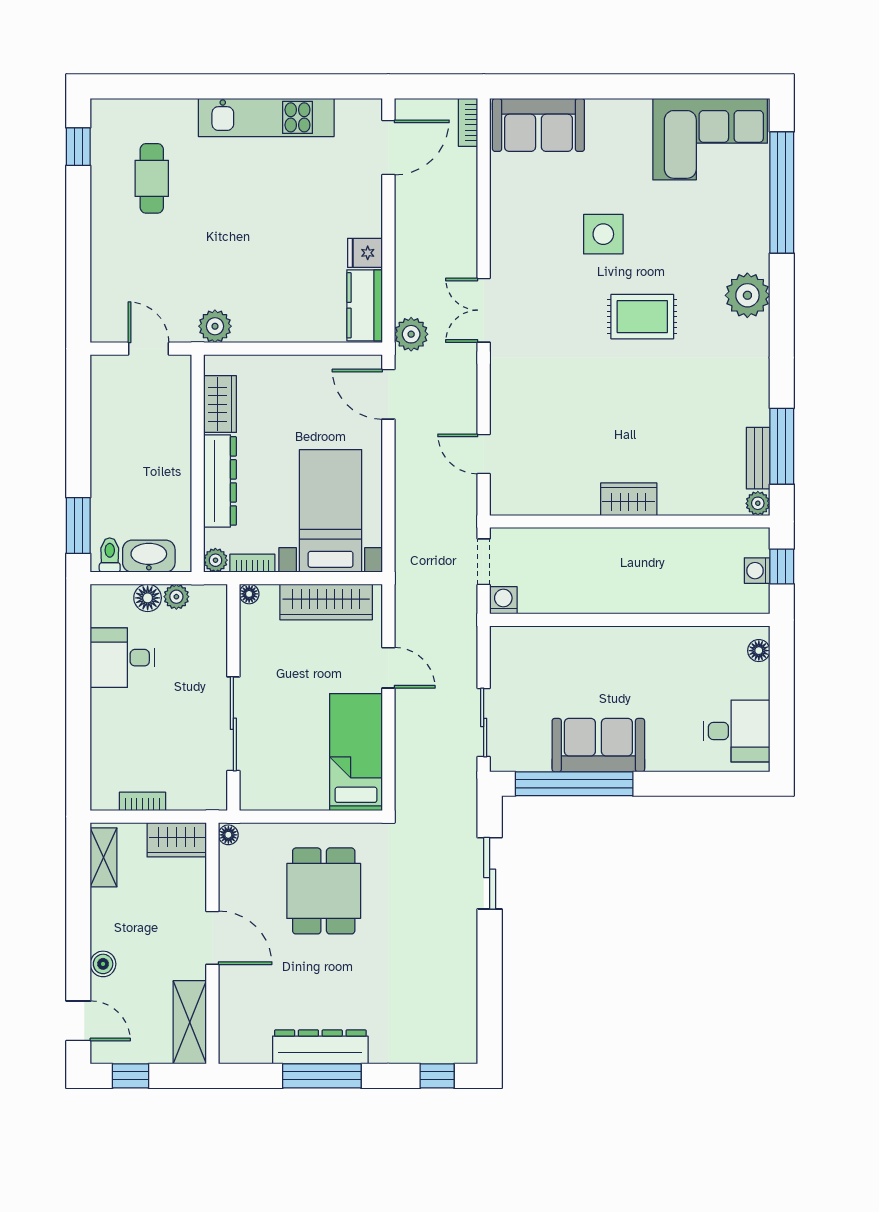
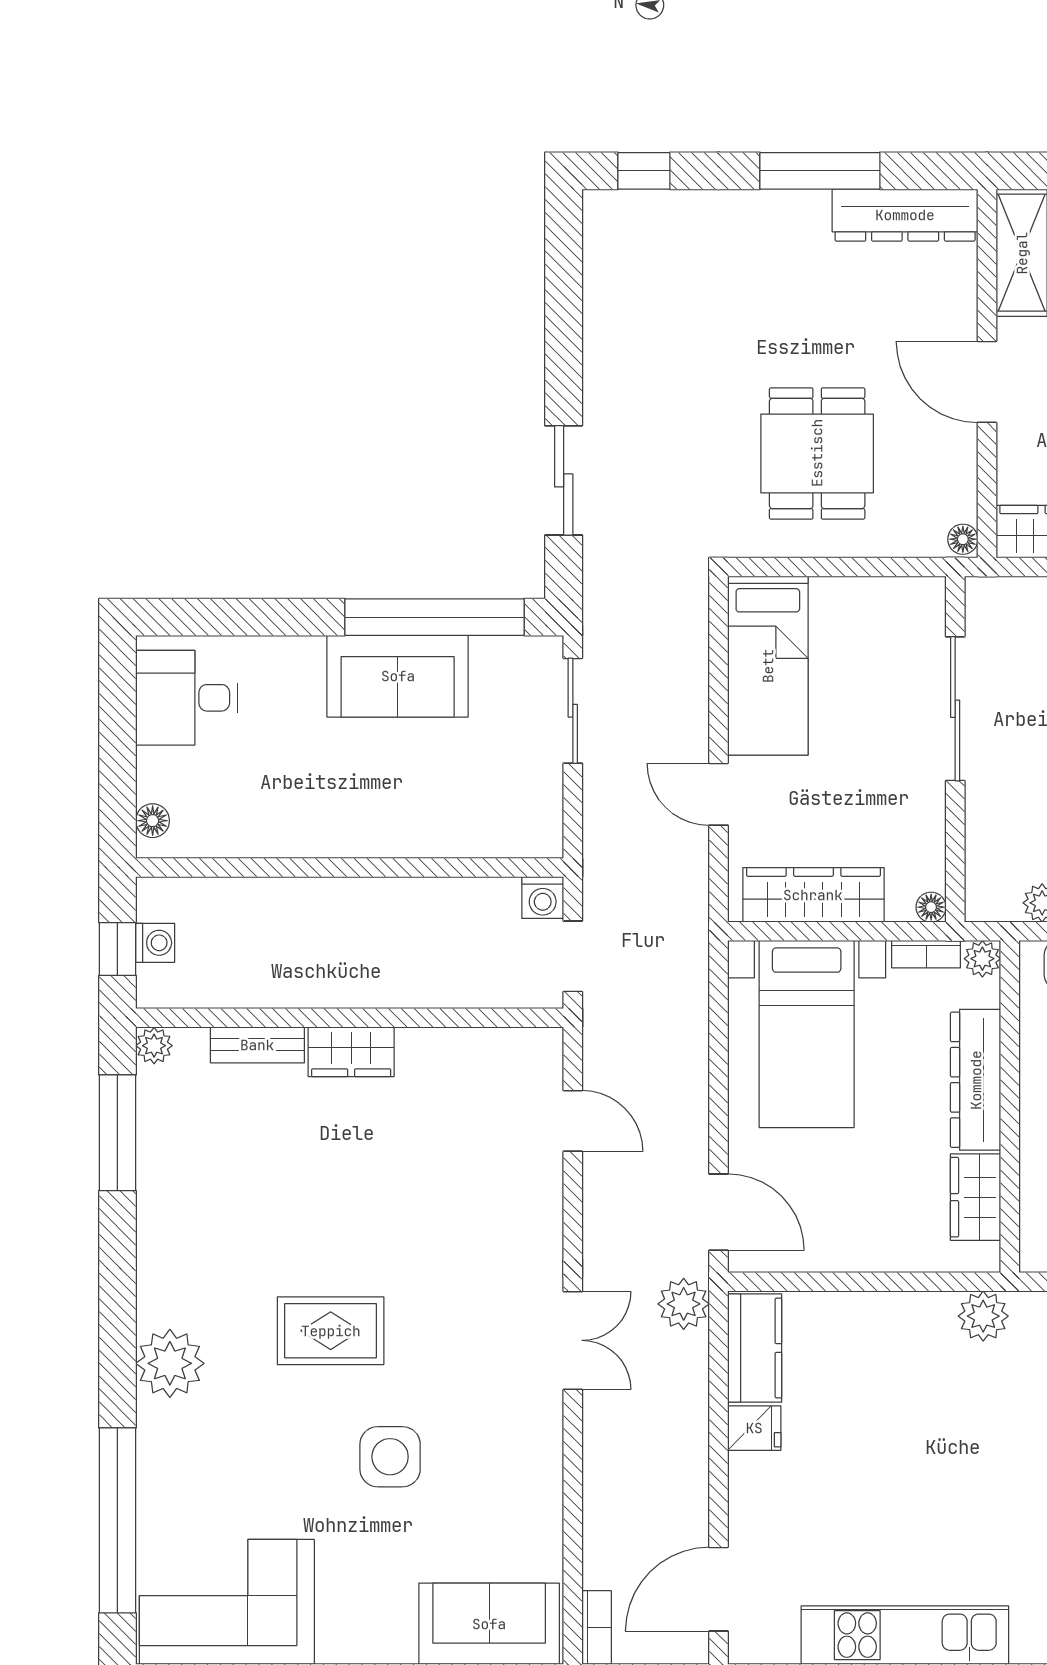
bench: (758, 458) -> (257, 1045), moved, turned 90
dresser: (320, 1047) -> (905, 215), moved

